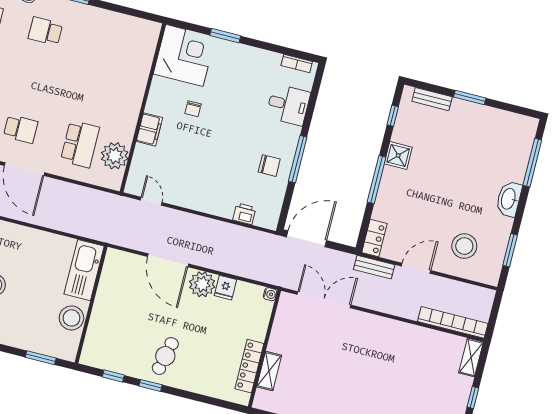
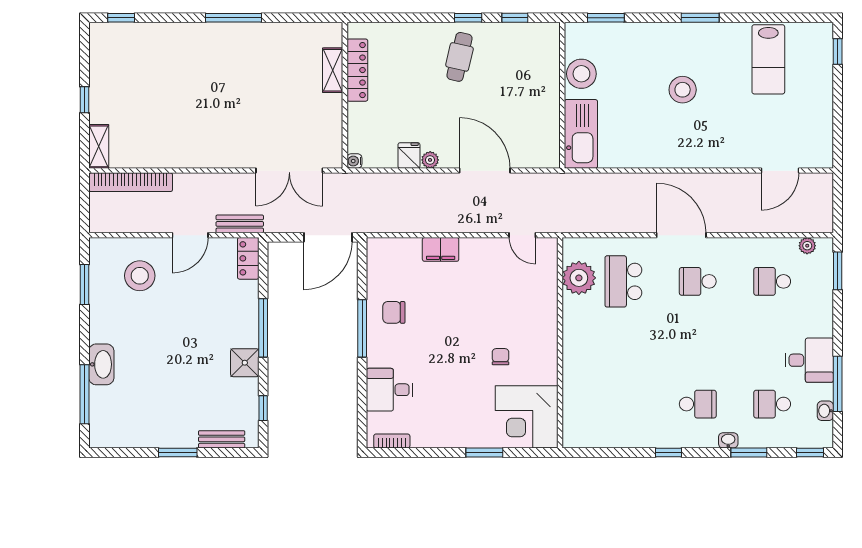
filing cabinet: (149, 129) -> (441, 249), moved, turned -90
washbasin: (509, 199) -> (101, 364), moved
printer: (244, 214) -> (409, 248), removed
plant: (202, 284) -> (430, 160), width x0.53, depth x0.53

